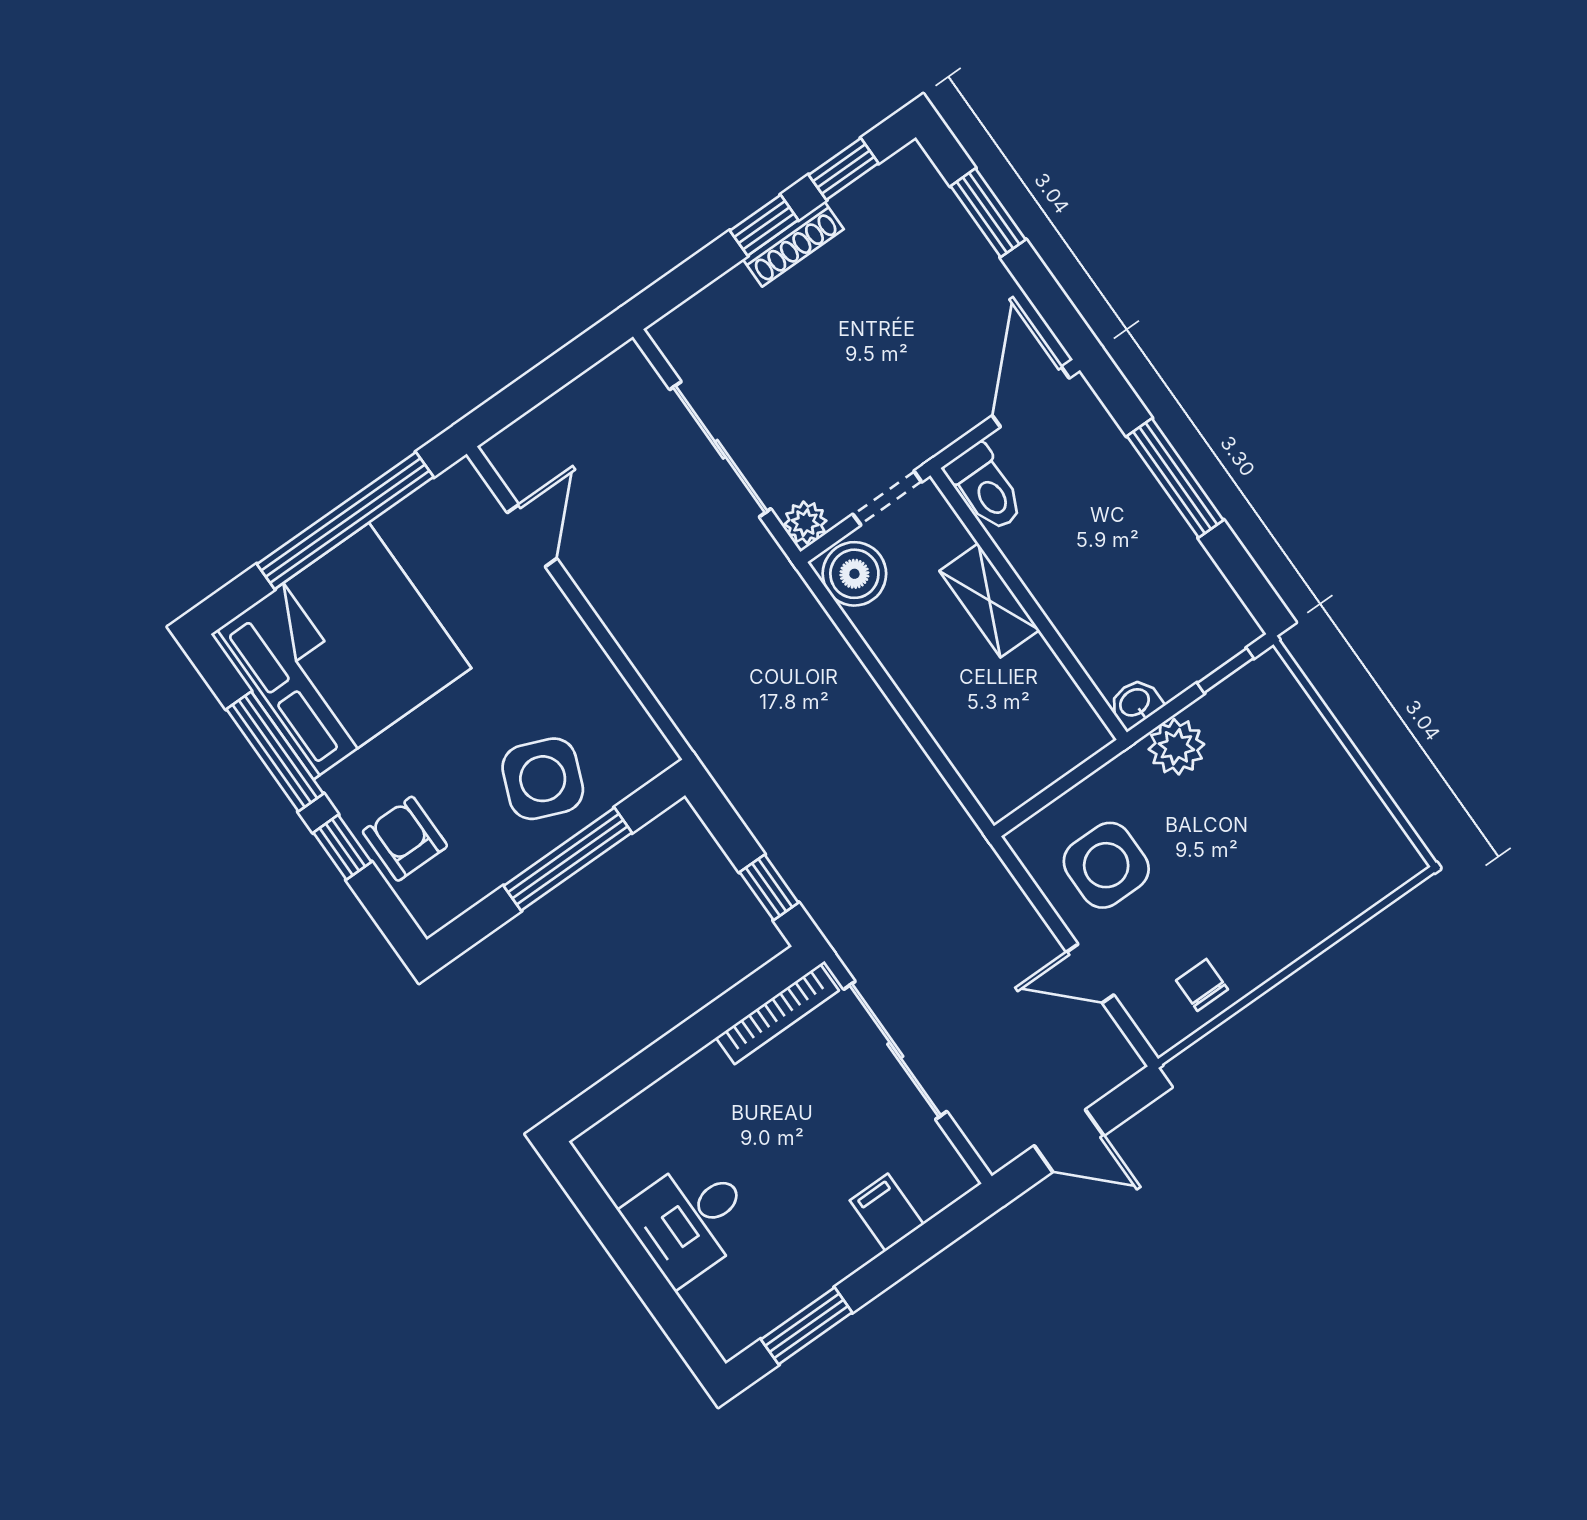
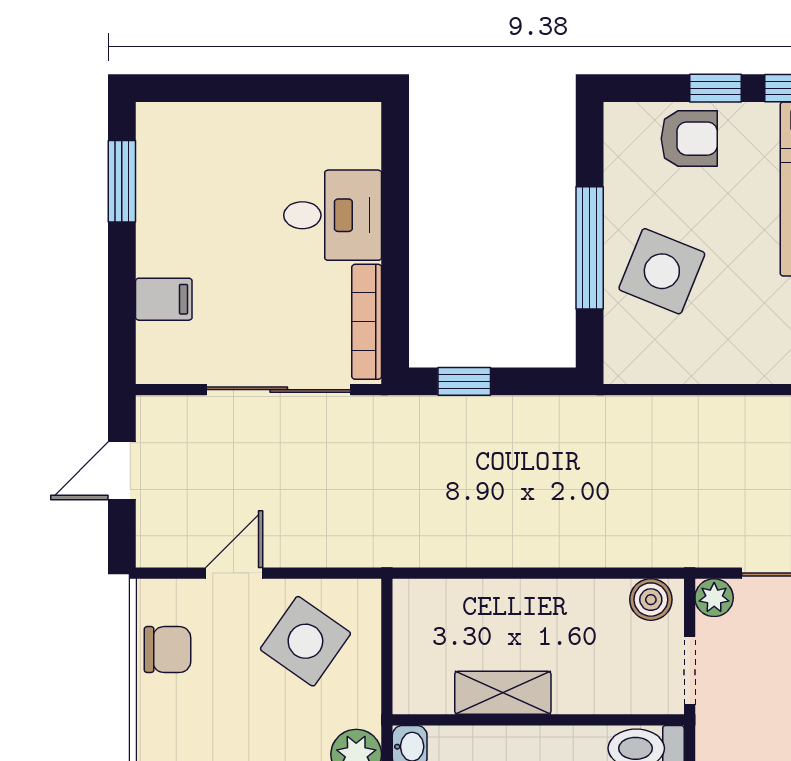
boiler: (854, 574) -> (651, 600), width x0.73, depth x0.73
shelving: (989, 600) -> (503, 693), moved
side table: (1106, 865) -> (305, 641), turned 35
chair: (1202, 985) -> (168, 650), width x1.37, depth x1.37
desk: (690, 1220) -> (333, 215), moved, turned 90

